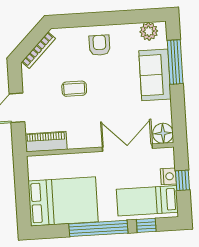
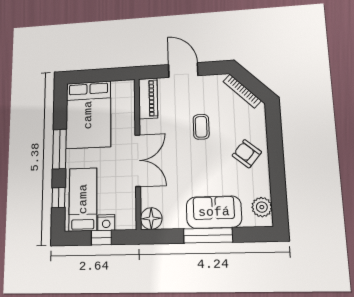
armchair: (100, 45) -> (247, 154), turned -140
window: (175, 62) -> (208, 235), moved
double door: (127, 148) -> (138, 161), moved
window: (98, 228) -> (59, 149), width x0.68

